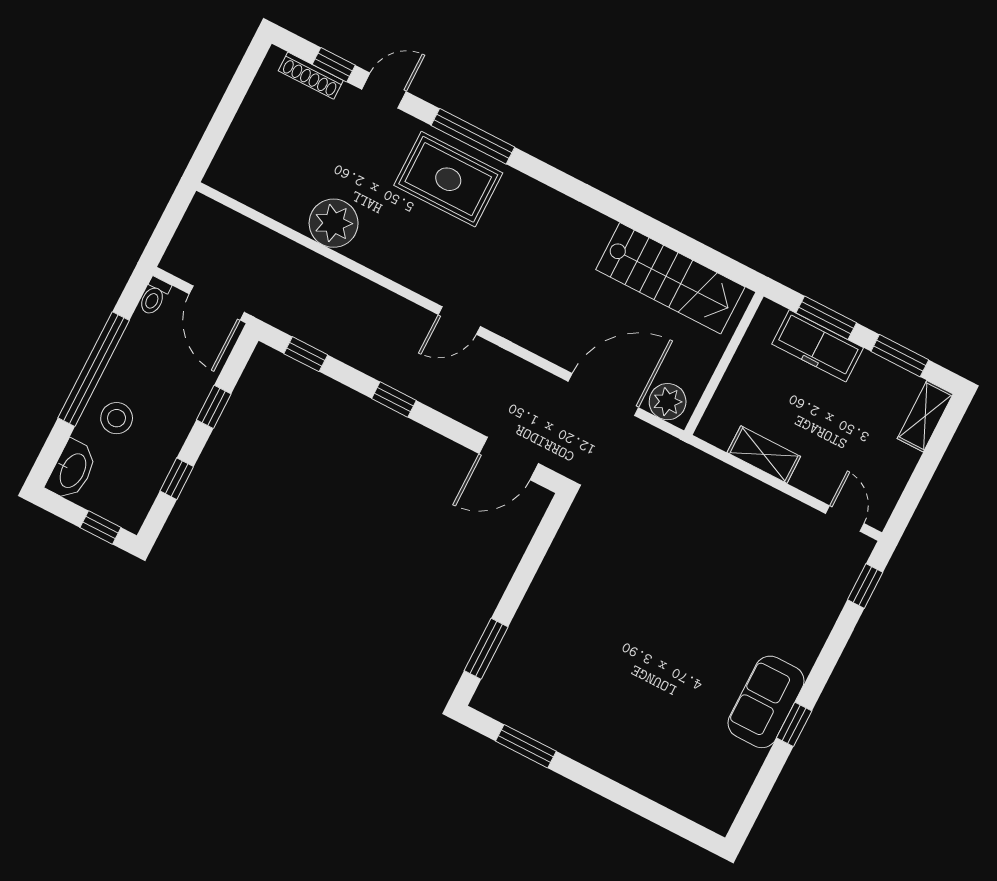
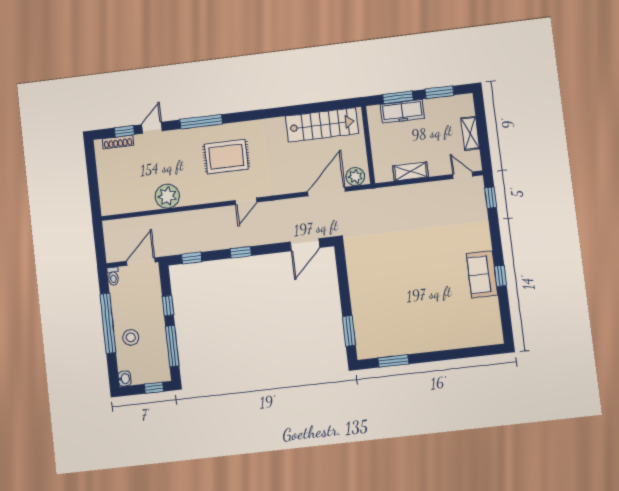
rug: (448, 179) -> (226, 157), moved
door: (217, 303) -> (141, 262), swing flipped
shelving: (925, 416) -> (470, 133), moved
washbasin: (72, 470) -> (125, 379), width x0.52, depth x0.69
window: (177, 479) -> (172, 346), width x2.17

